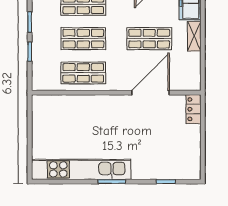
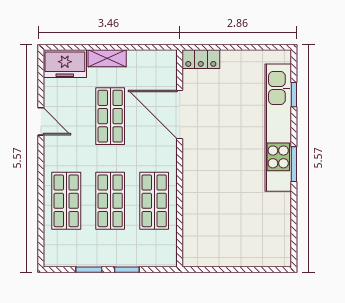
kitchen unit: (81, 169) -> (278, 128), moved

